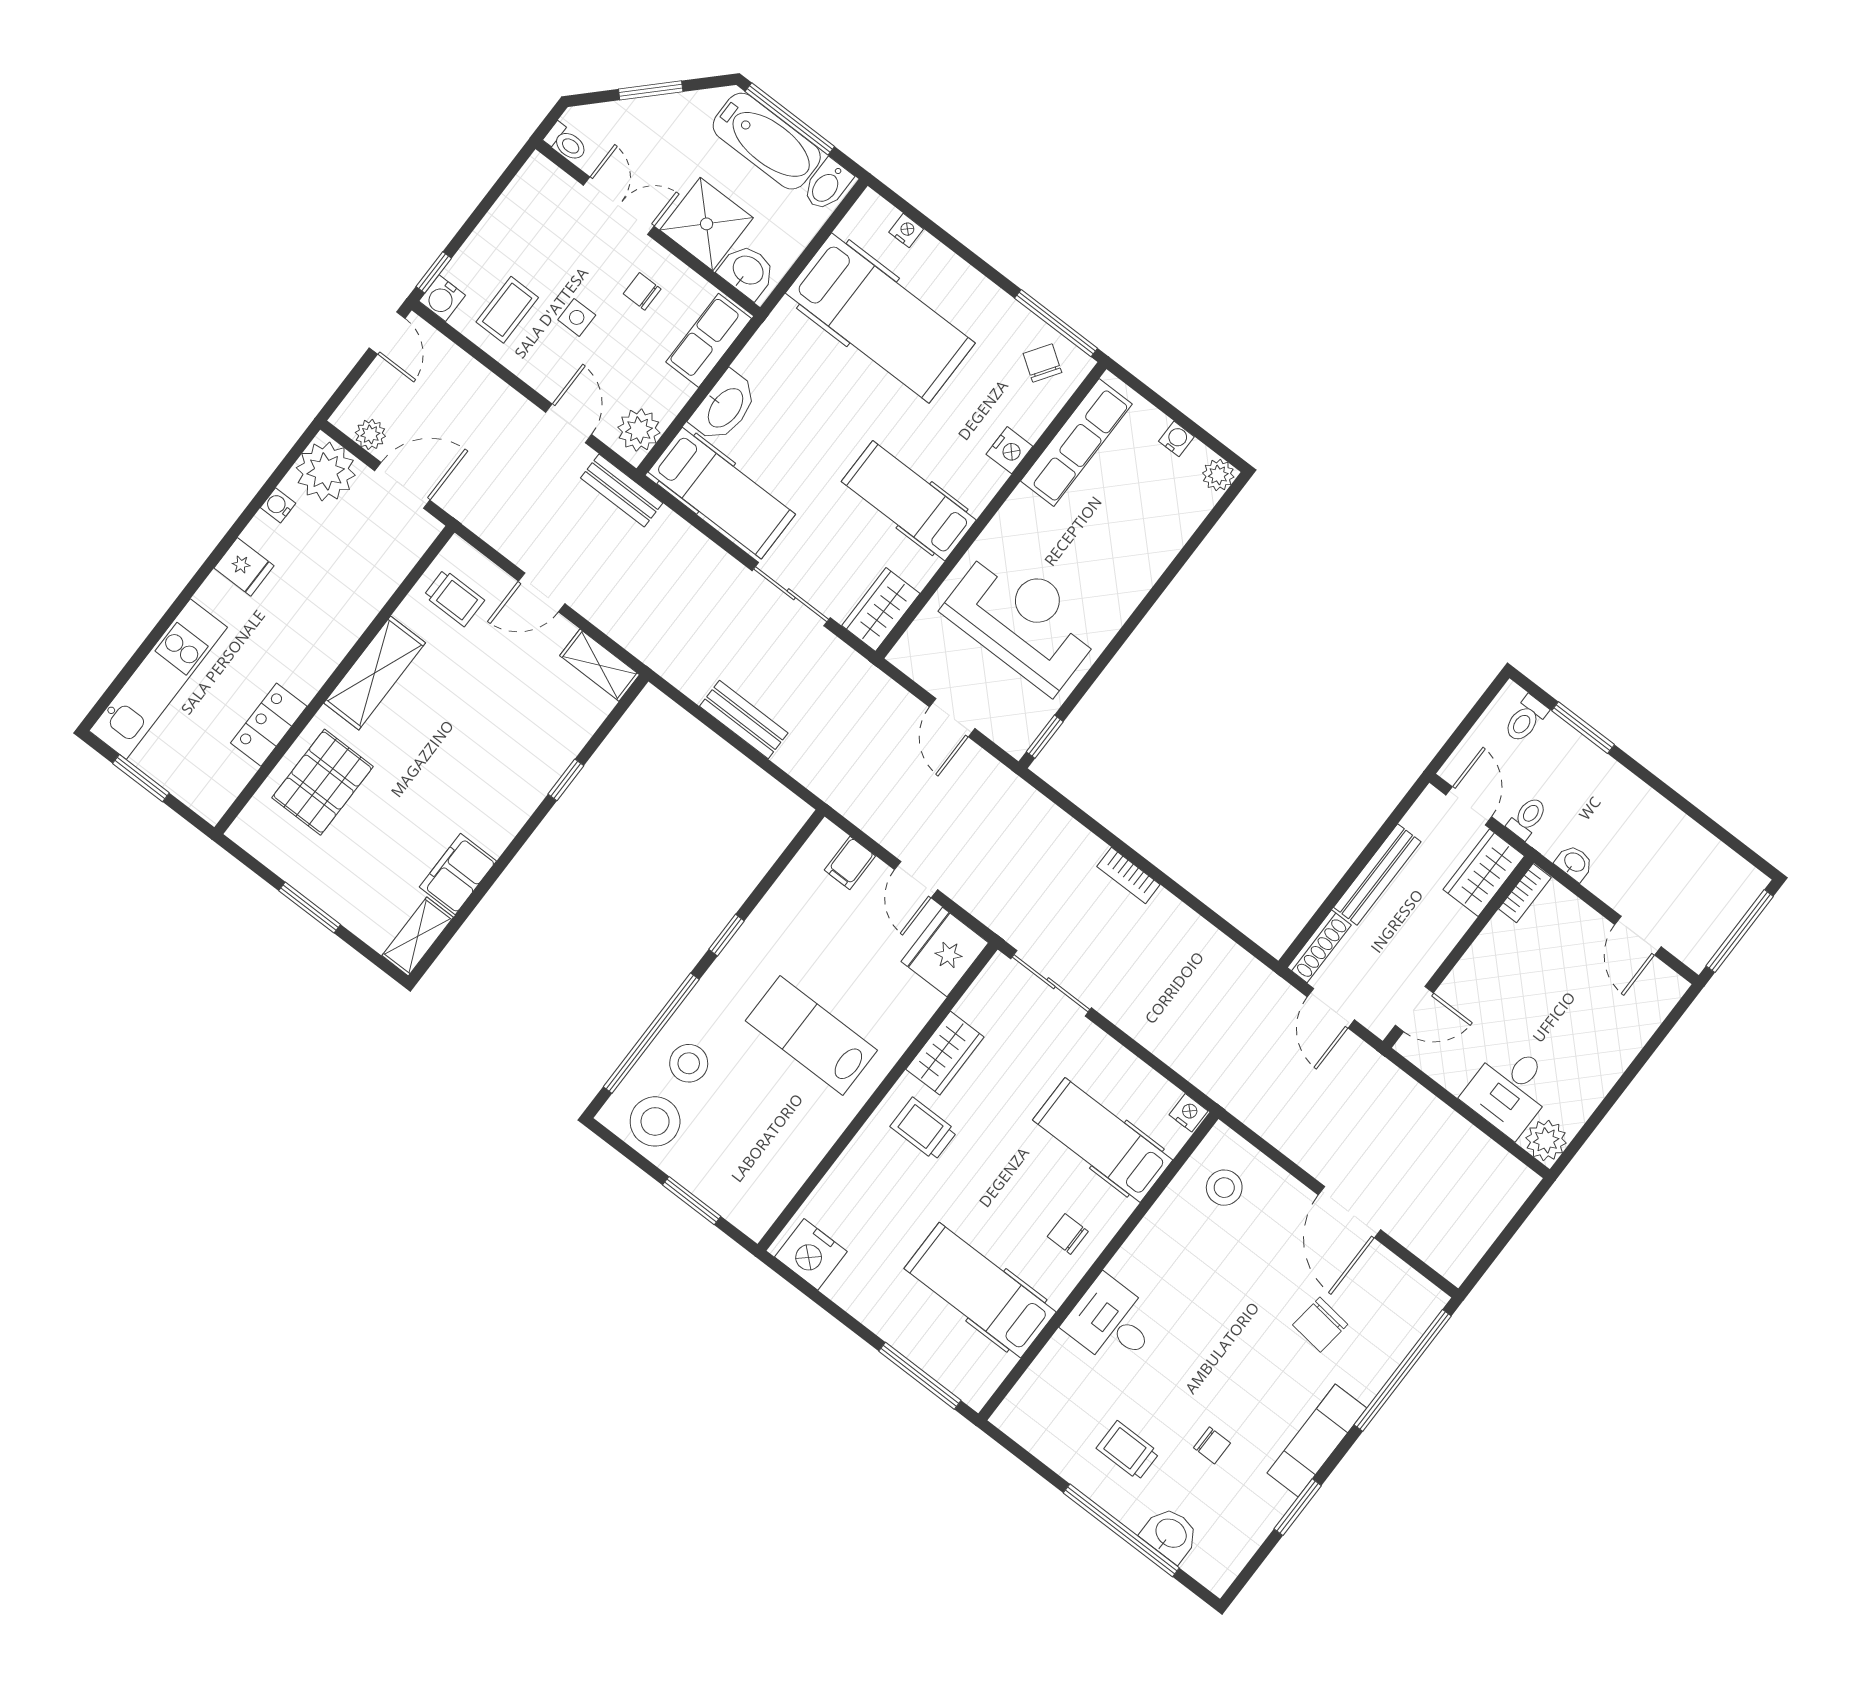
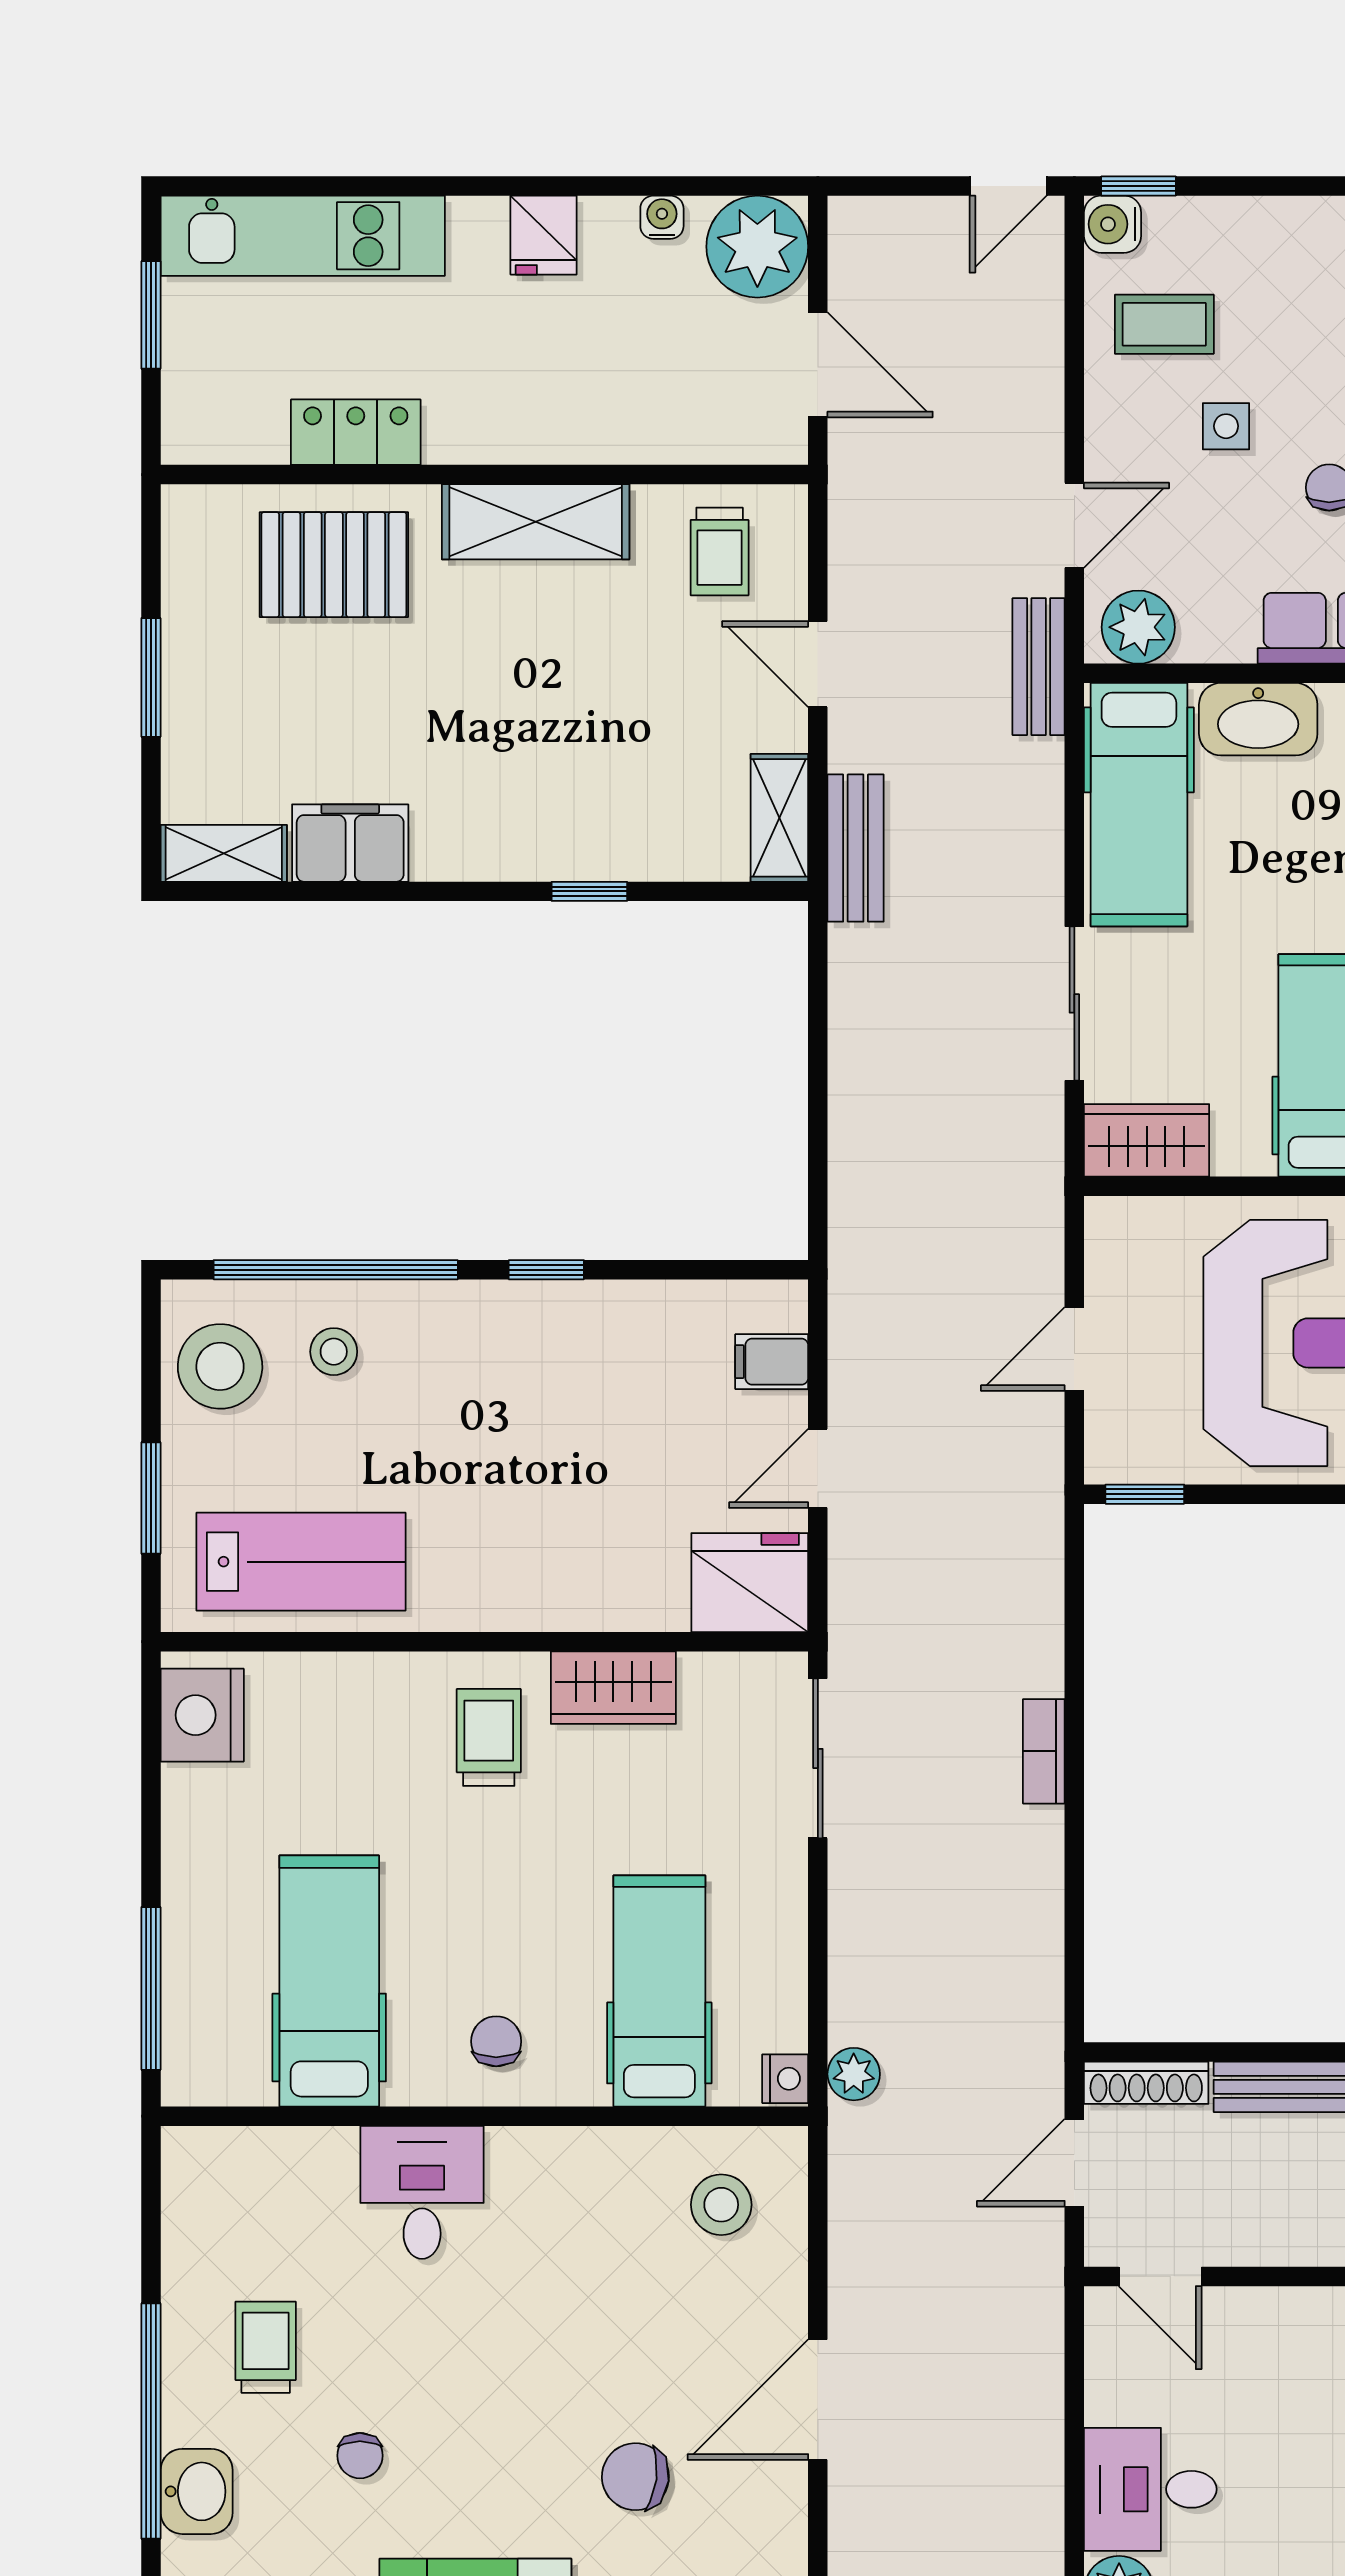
plant: (370, 434) -> (854, 2074), moved
bench: (744, 720) -> (856, 848), moved
lab bench: (811, 1035) -> (301, 1562), moved, turned 90
stool: (689, 1063) -> (334, 1352), width x0.73, depth x0.73

